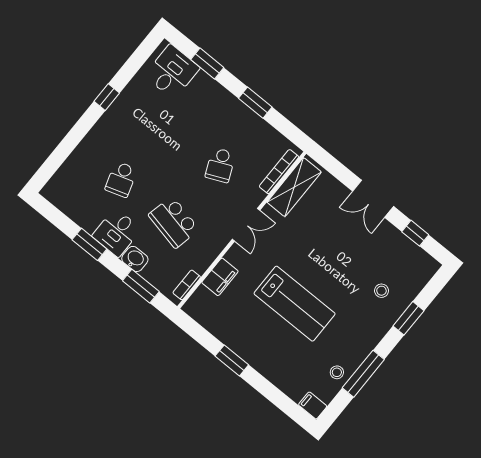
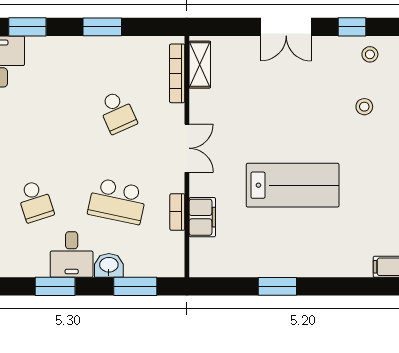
shelving: (294, 187) -> (200, 65), width x0.67, depth x0.75
bookcase: (187, 285) -> (177, 212), moved
stool: (337, 372) -> (370, 54), moved

